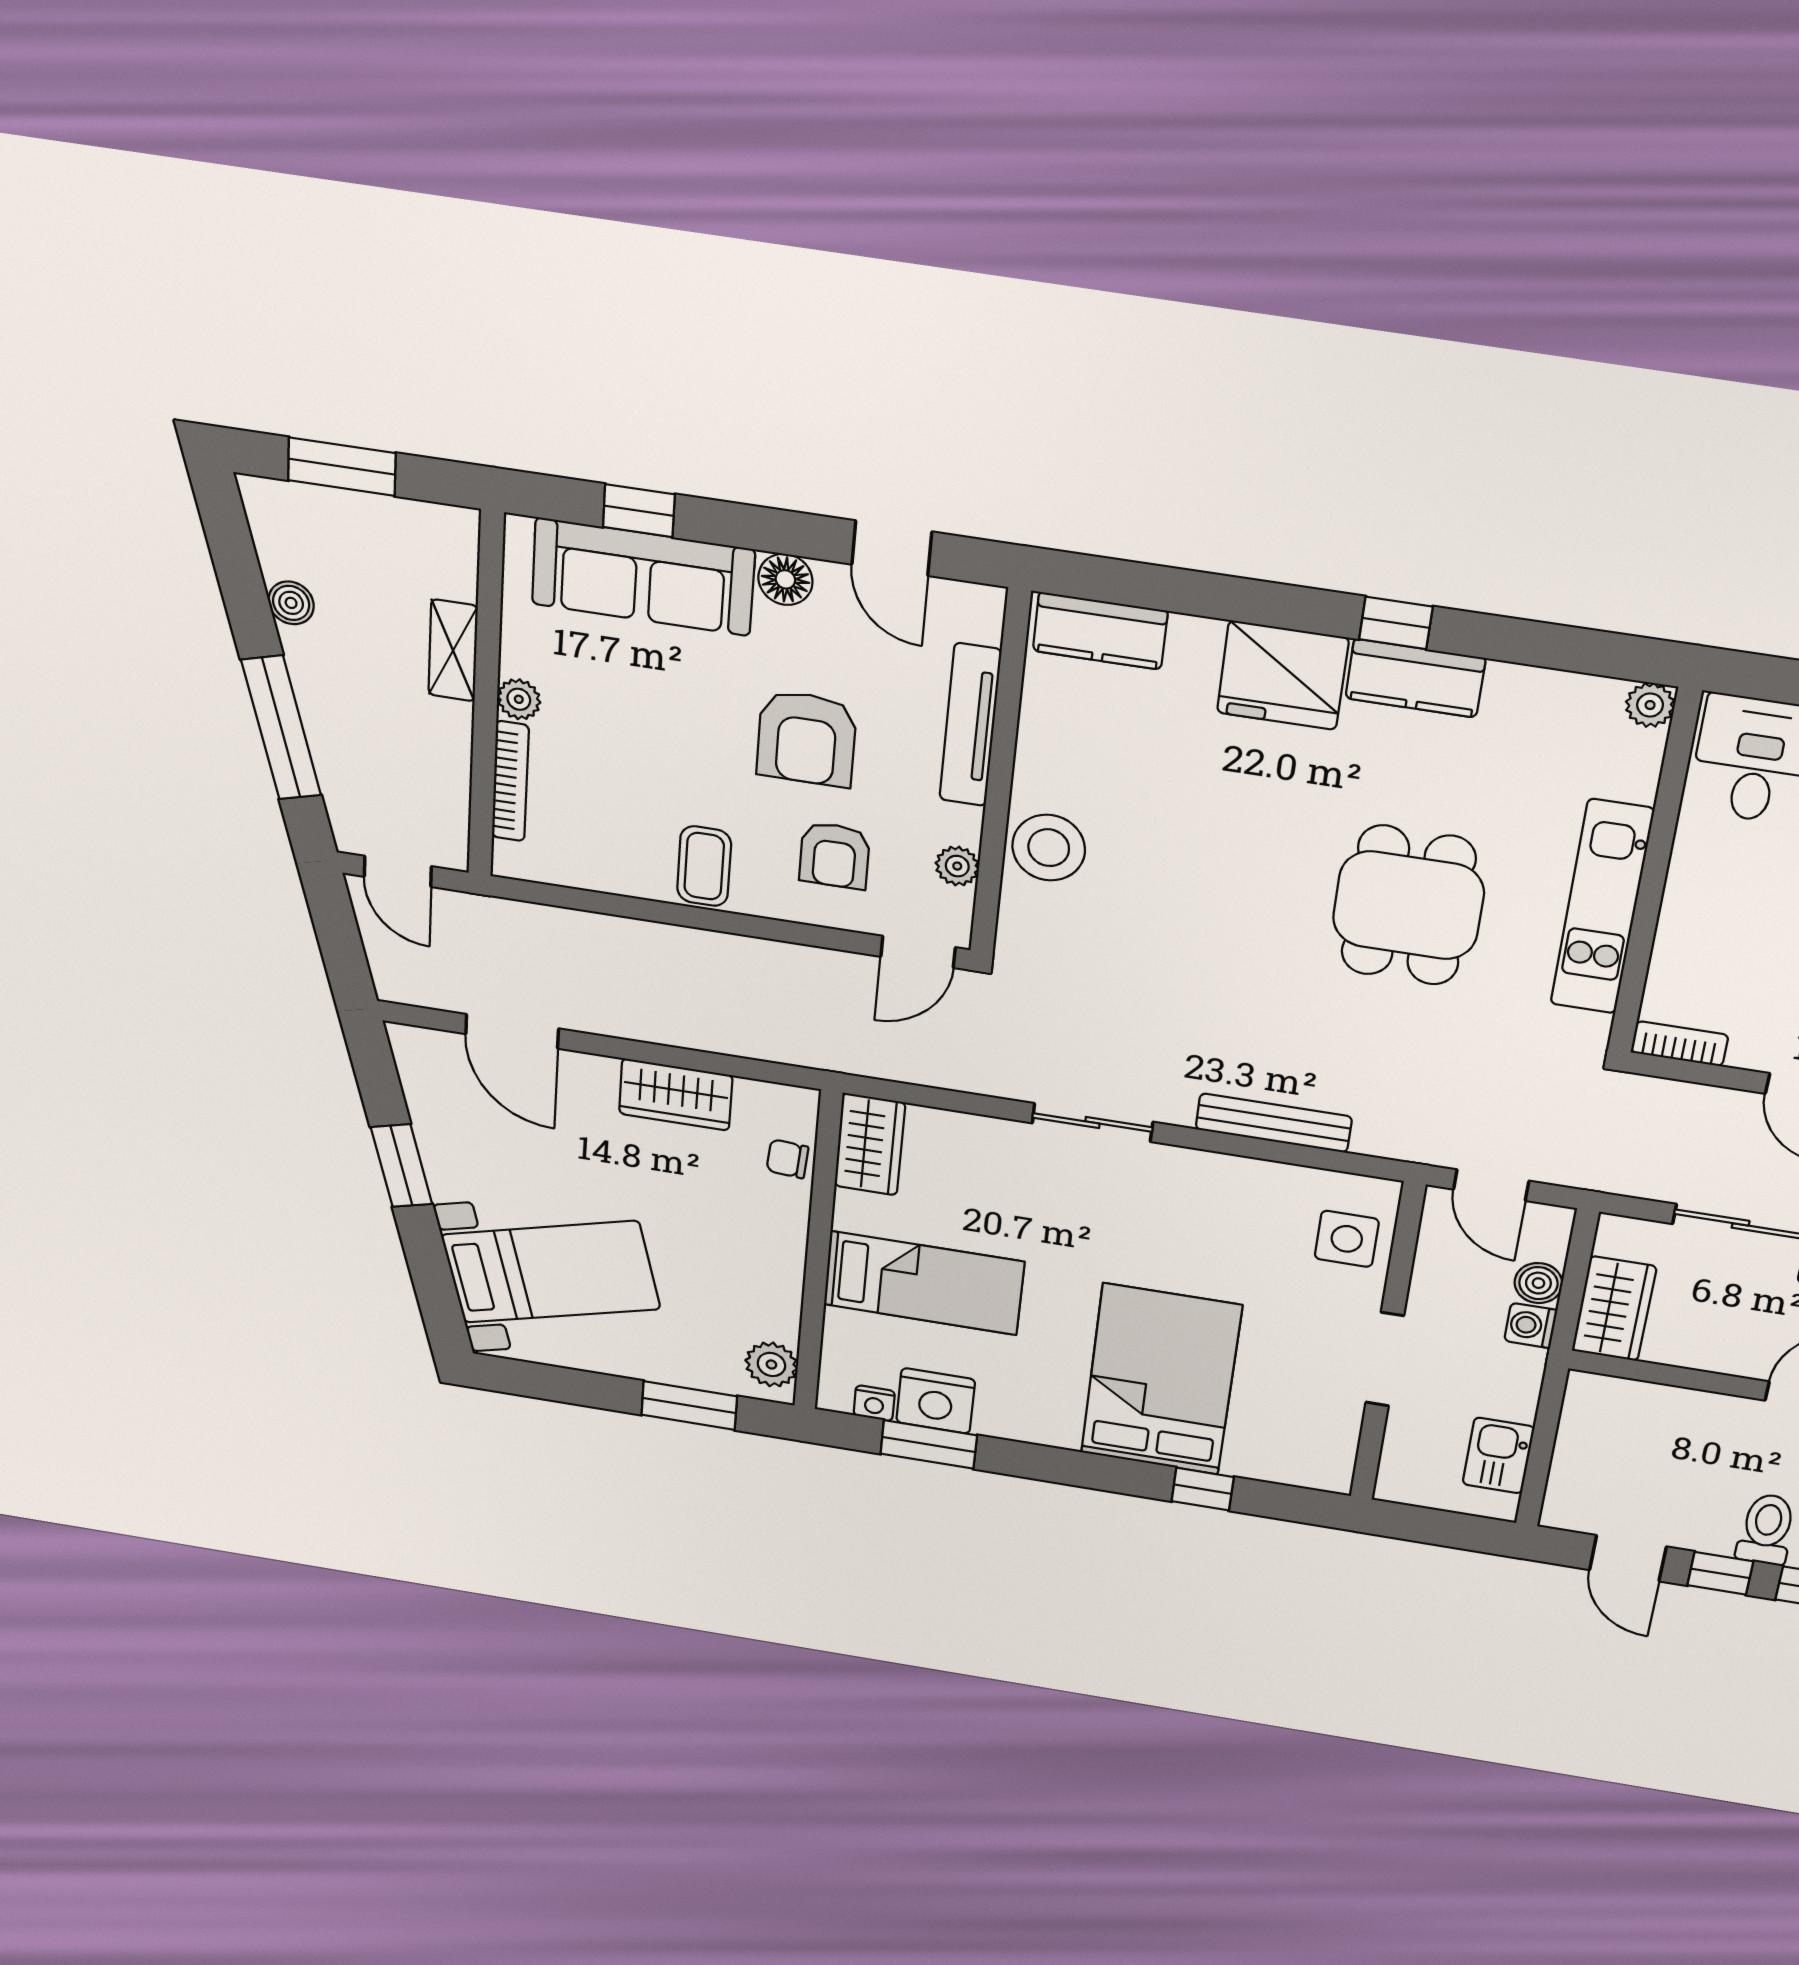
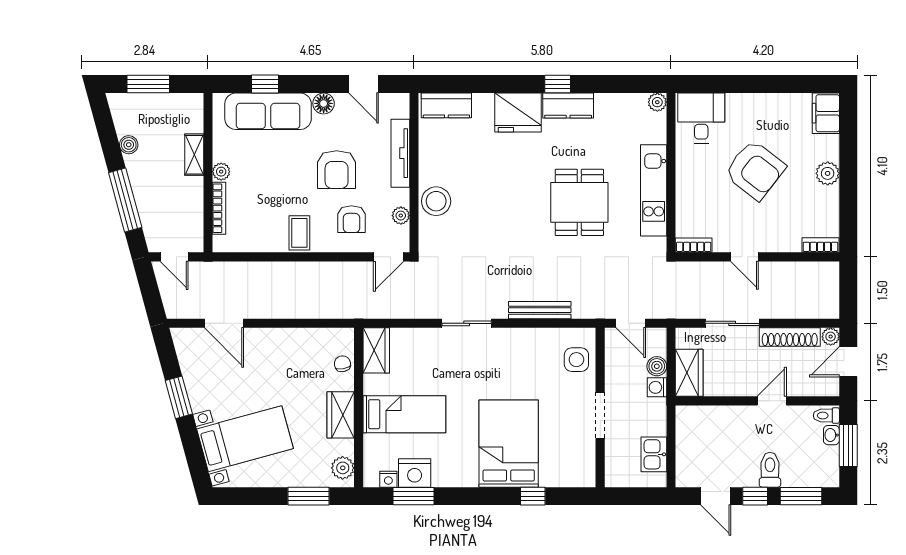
wardrobe: (676, 1095) -> (341, 415), moved, turned 90
chair: (787, 1159) -> (342, 364), turned 76

